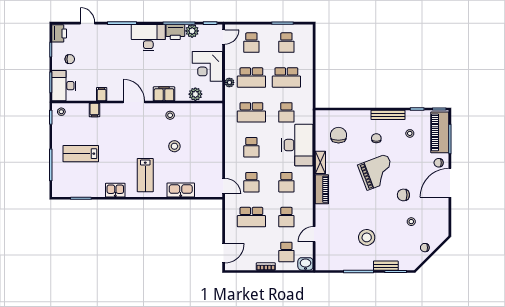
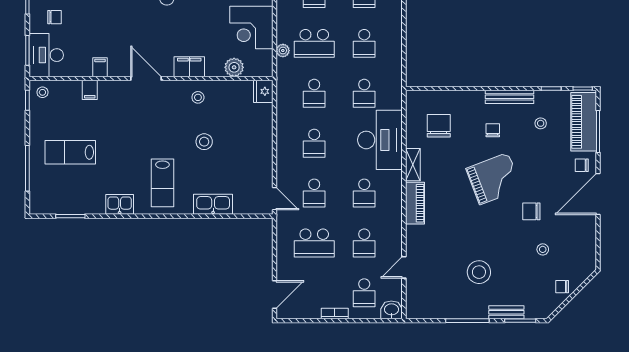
school desk: (286, 77) -> (364, 43), width x0.54
fridge: (216, 111) -> (263, 91), added
school desk: (251, 112) -> (314, 93), width x0.54

